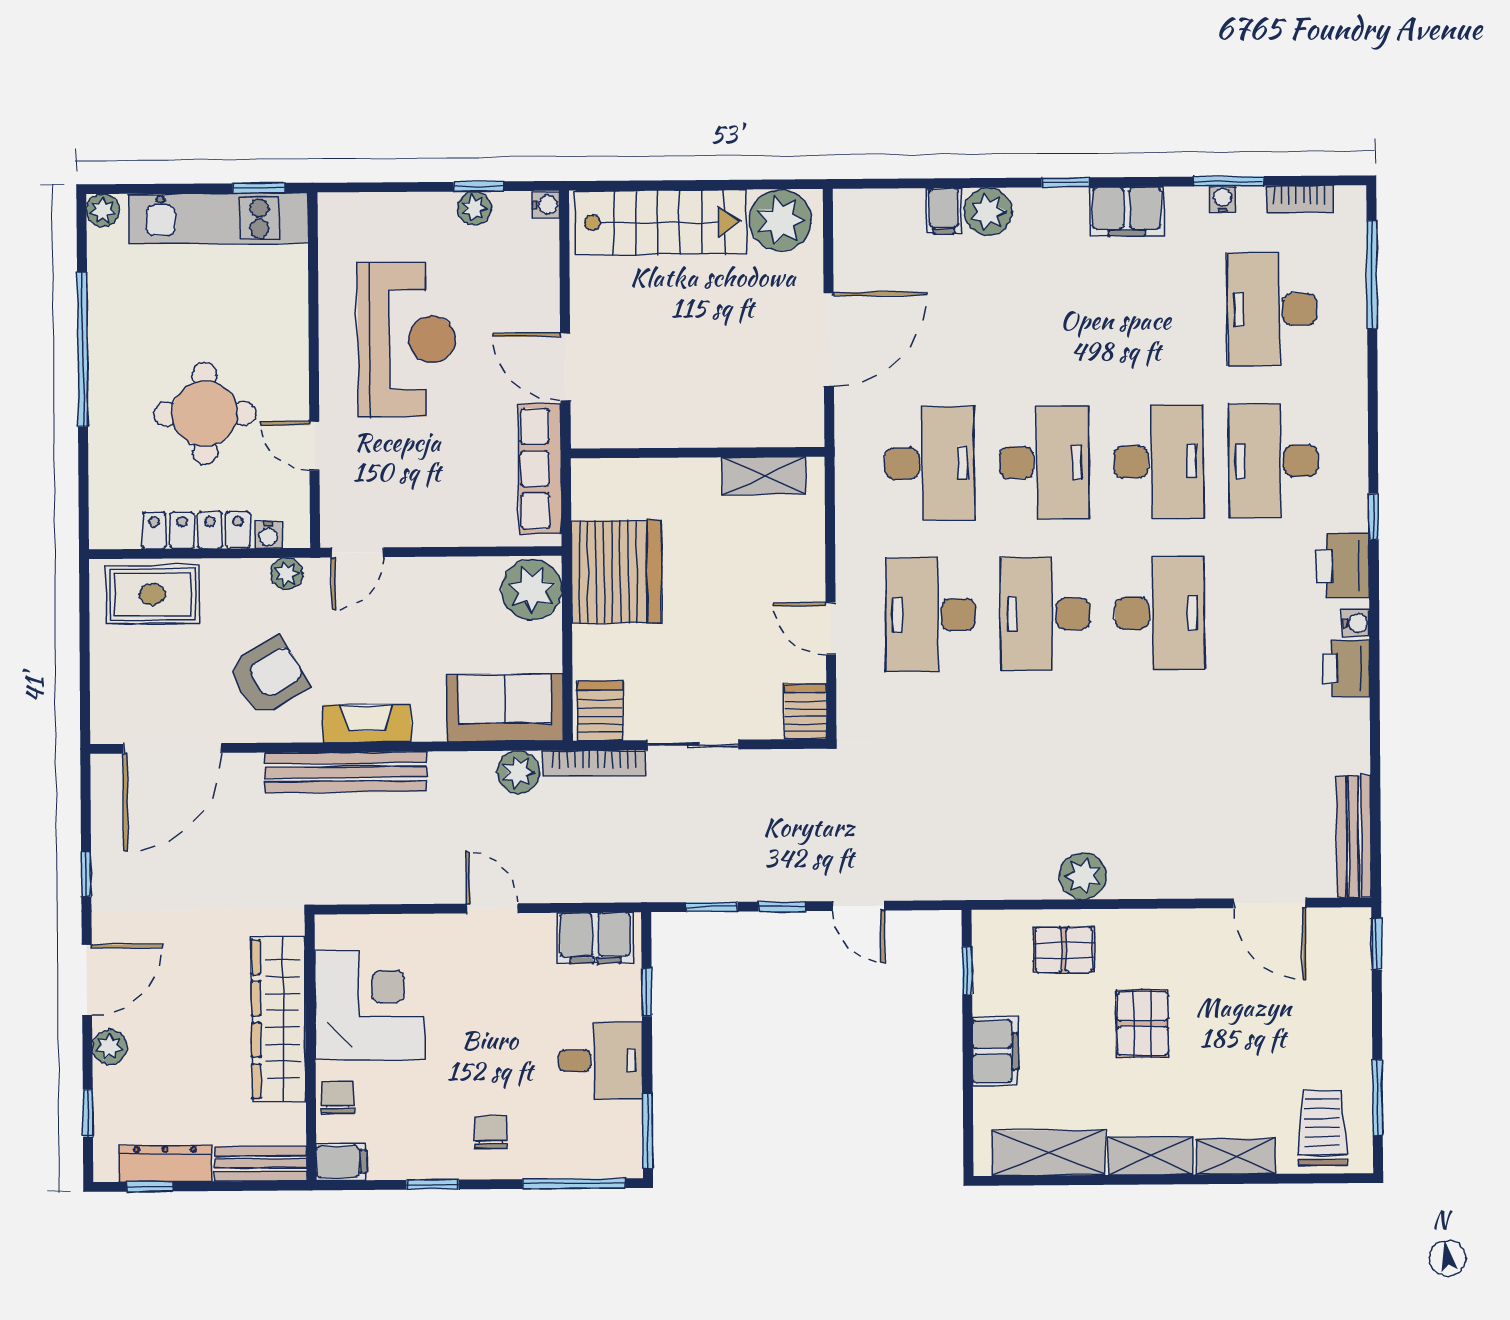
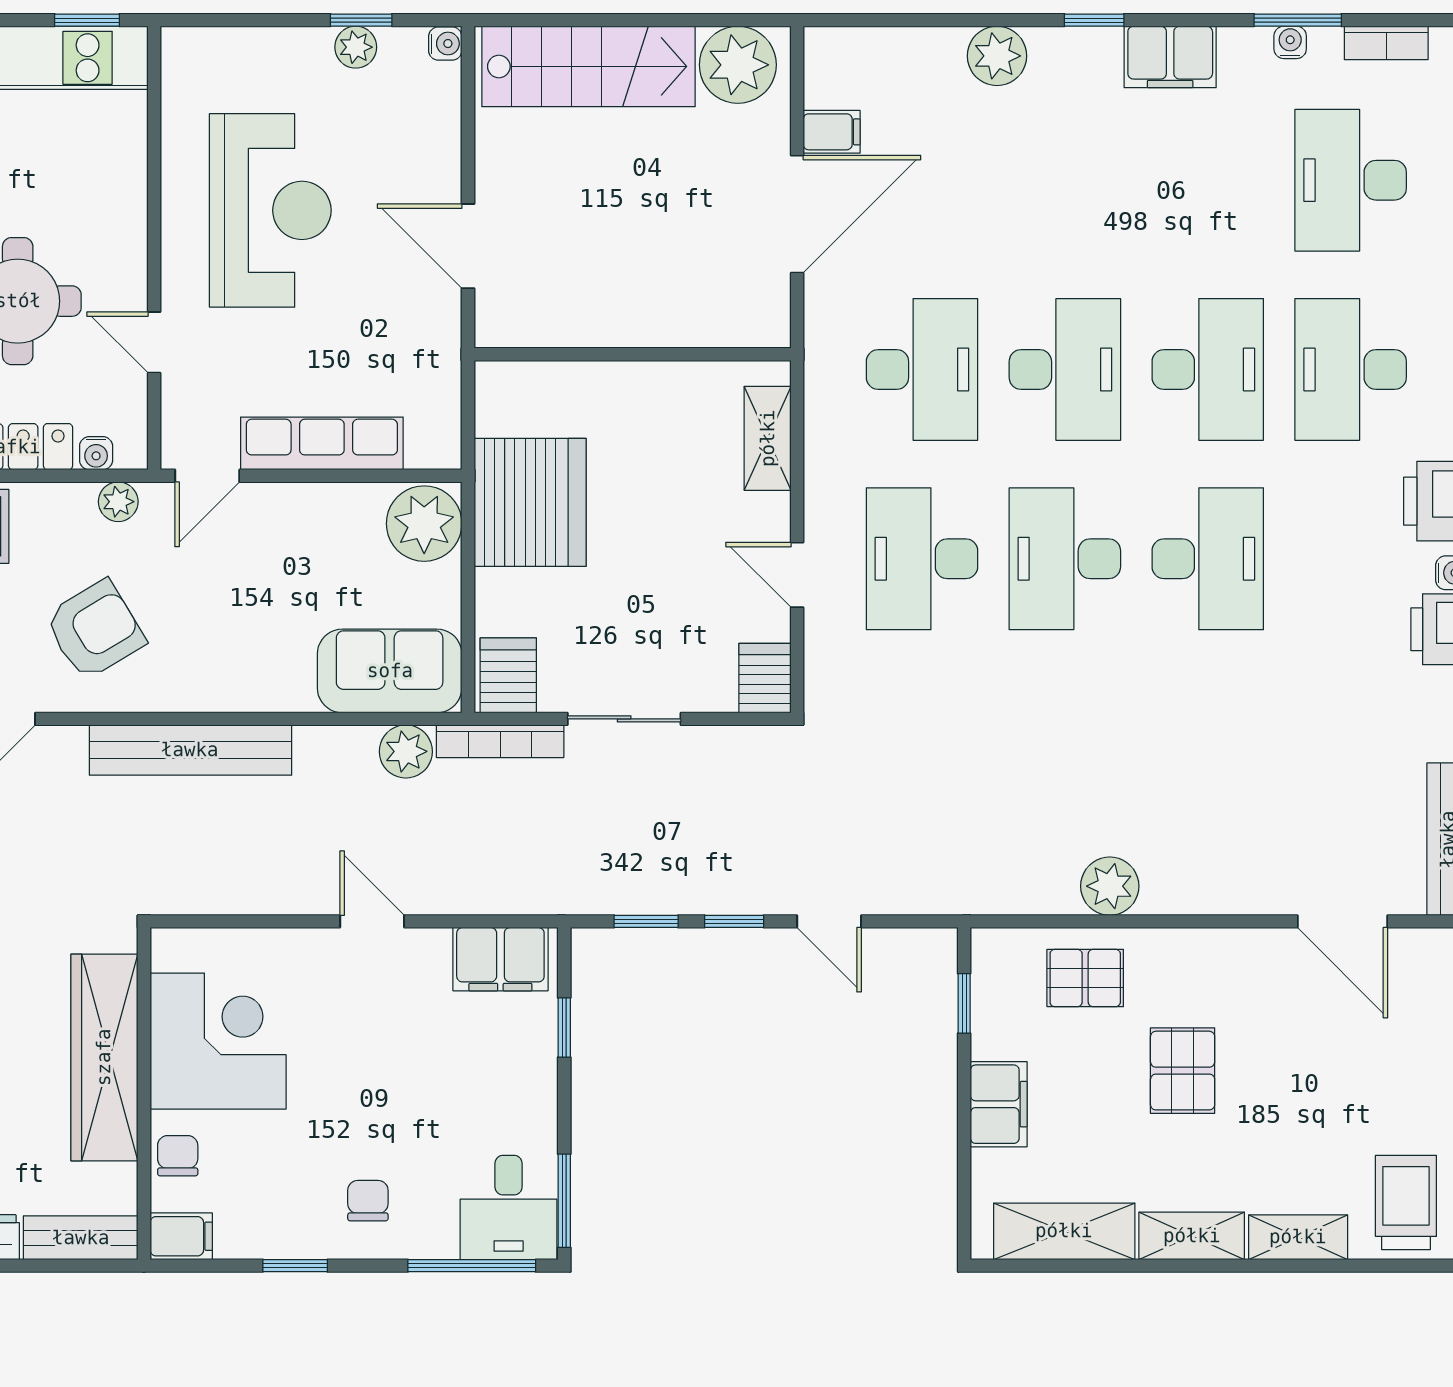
filing cabinet: (944, 211) -> (832, 132), moved, turned -90
row of seats: (540, 469) -> (322, 443), moved, turned 90
shelving: (764, 476) -> (768, 438), moved, turned 90
fireplace: (367, 723) -> (217, 689), removed
desk: (601, 1060) -> (509, 1207), moved, turned 90

